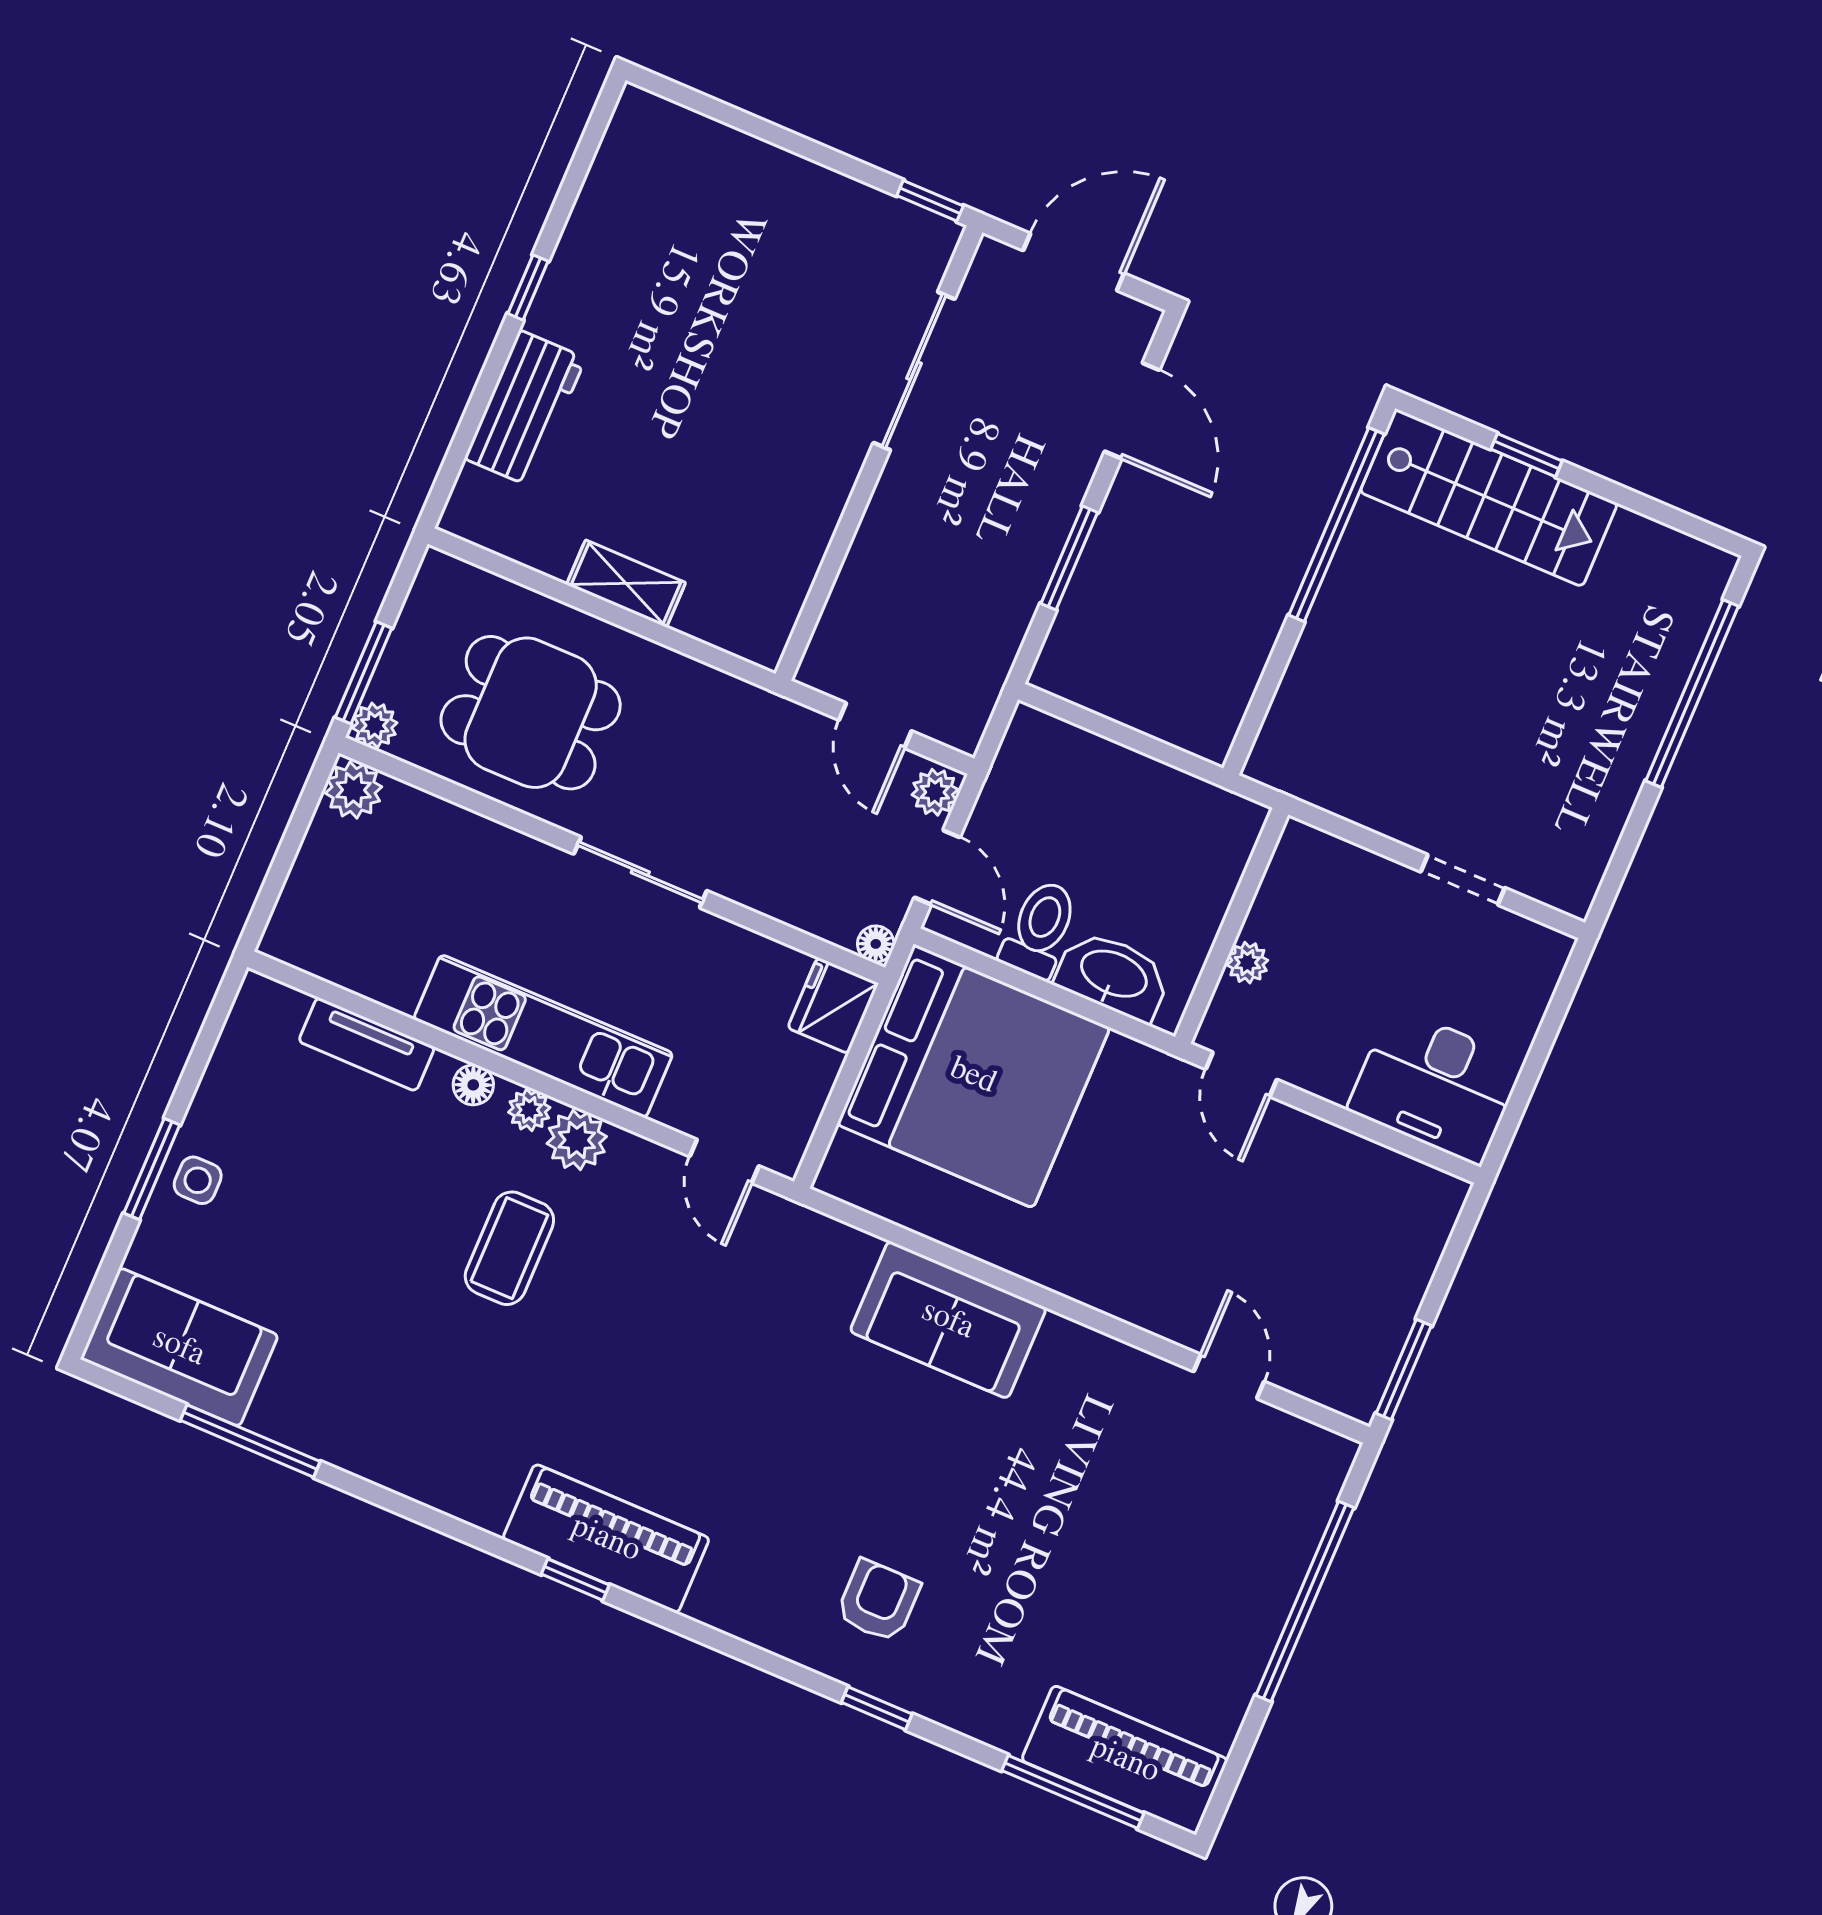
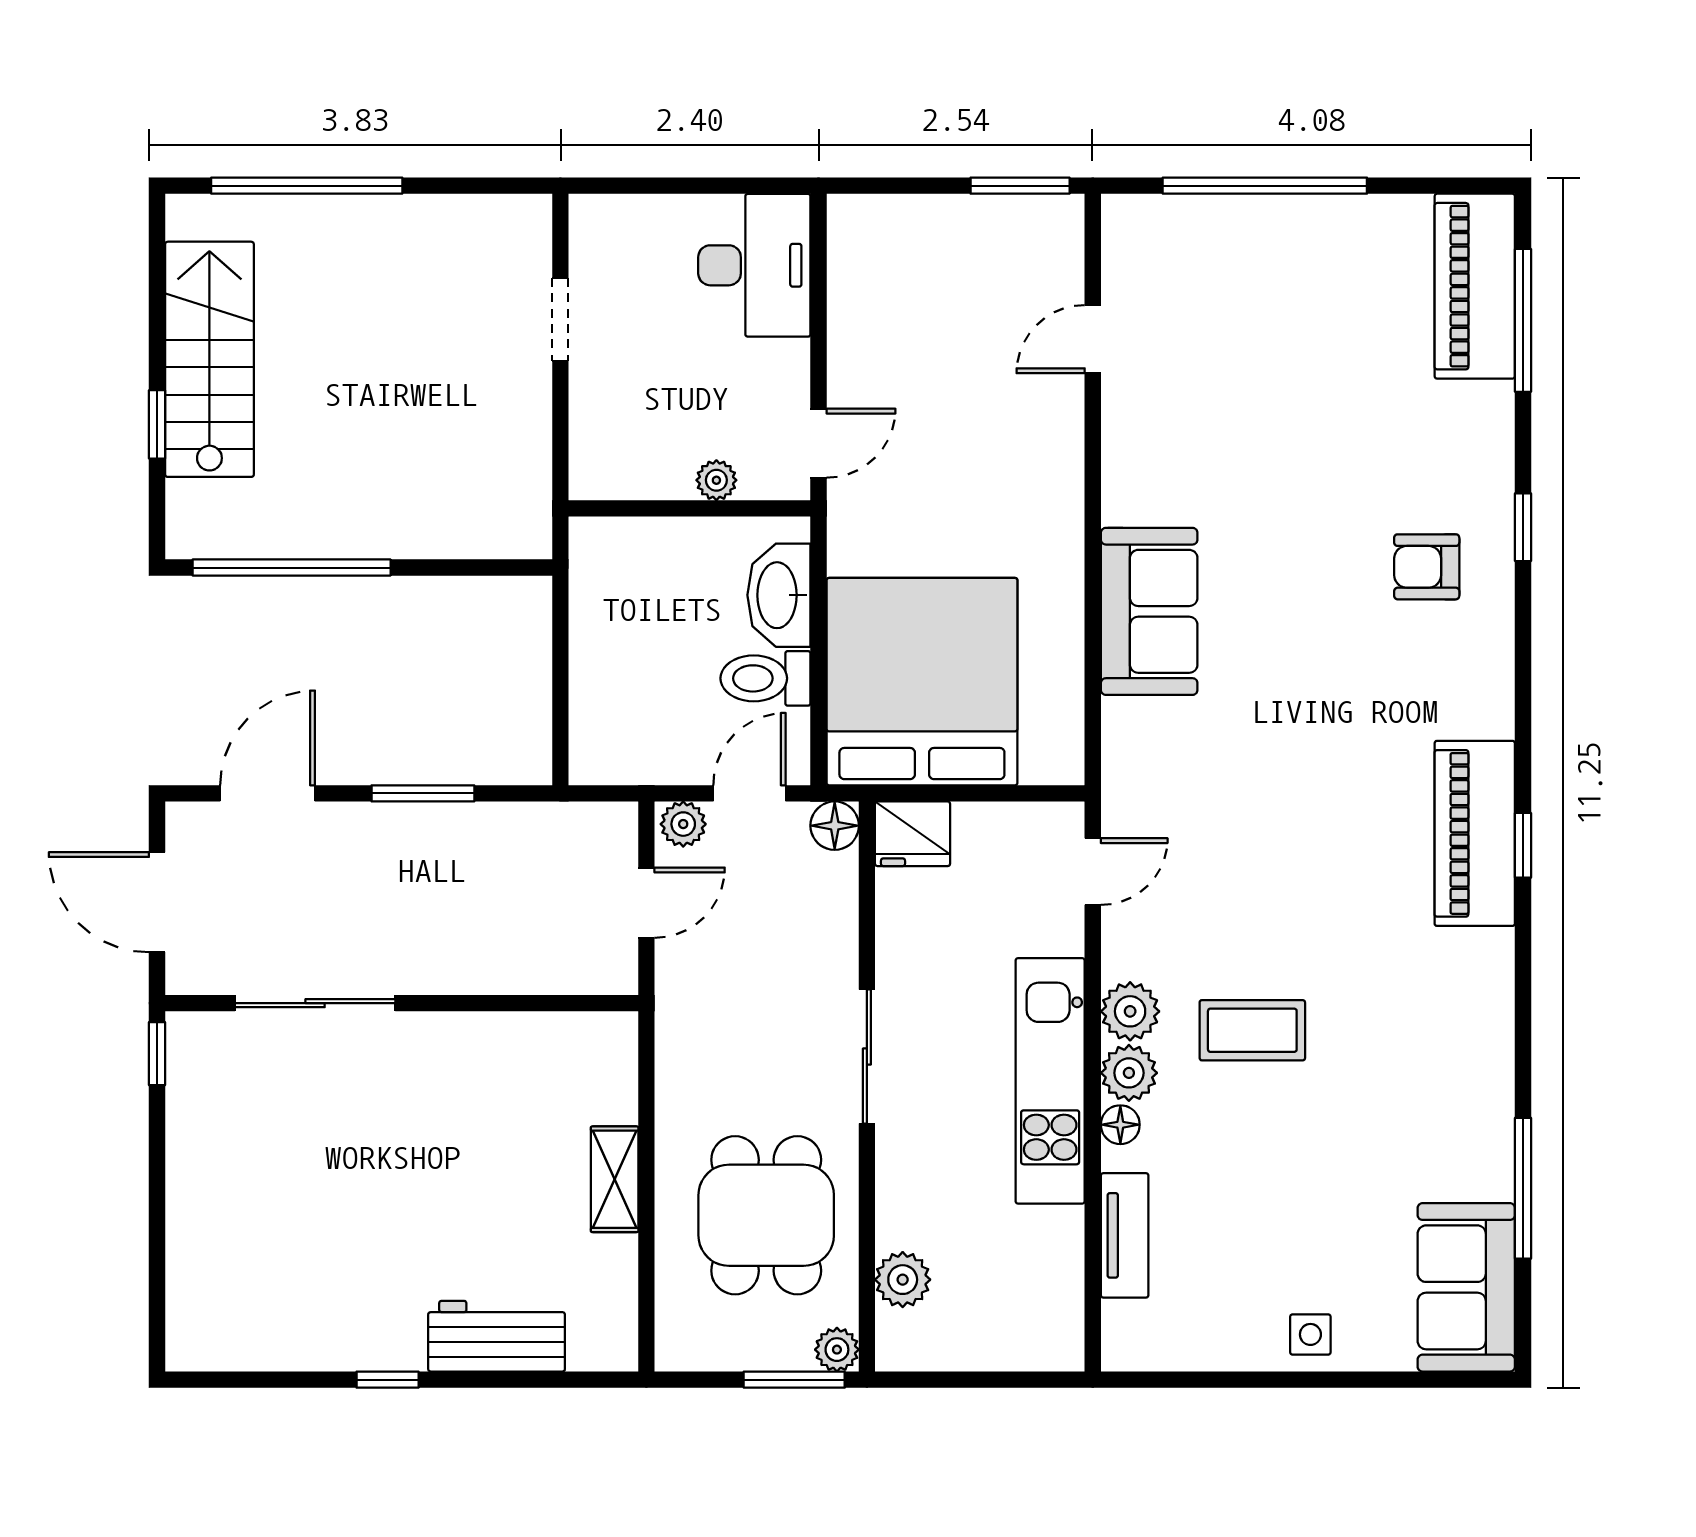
stairs: (1489, 498) -> (209, 359), moved
plant: (354, 790) -> (903, 1280), moved
floor lamp: (876, 944) -> (835, 826), width x1.37, depth x1.37
plant: (529, 1110) -> (1129, 1073), width x1.38, depth x1.38
window: (152, 1169) -> (1318, 1380), removed

